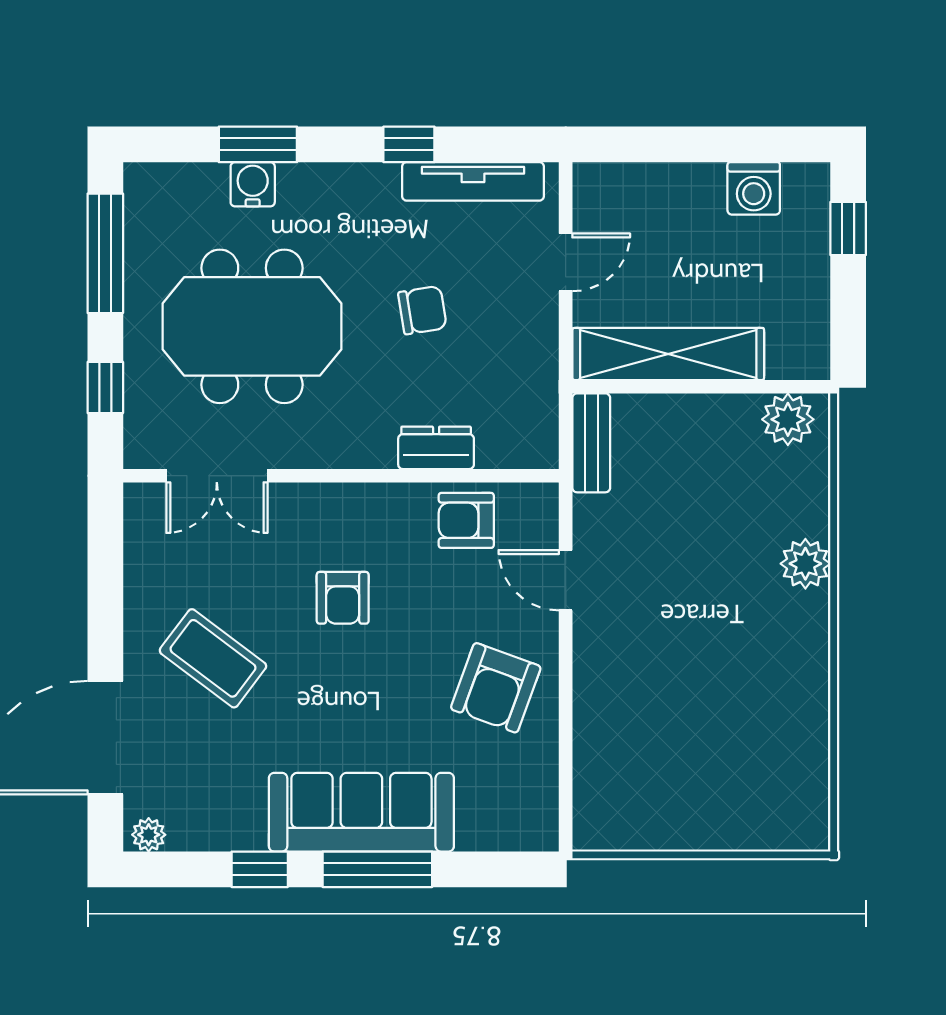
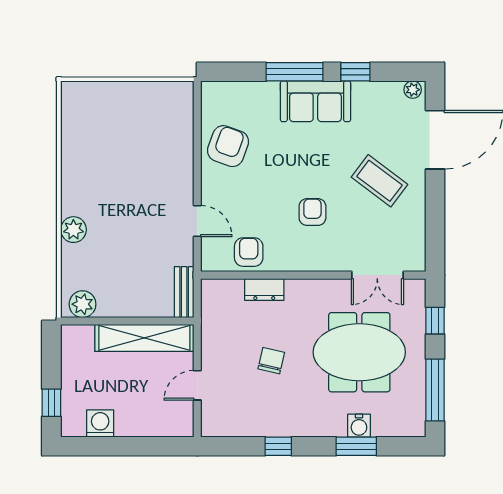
tv unit: (473, 181) -> (245, 427), removed
chair: (422, 310) -> (271, 361), turned 112
double door: (217, 476) -> (377, 275), swing flipped
armchair: (466, 520) -> (249, 252), turned -90
armchair: (496, 688) -> (228, 146), moved
sofa: (361, 812) -> (315, 101), width x0.73

